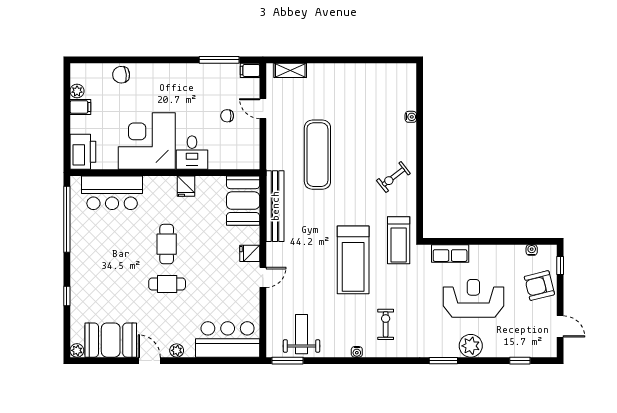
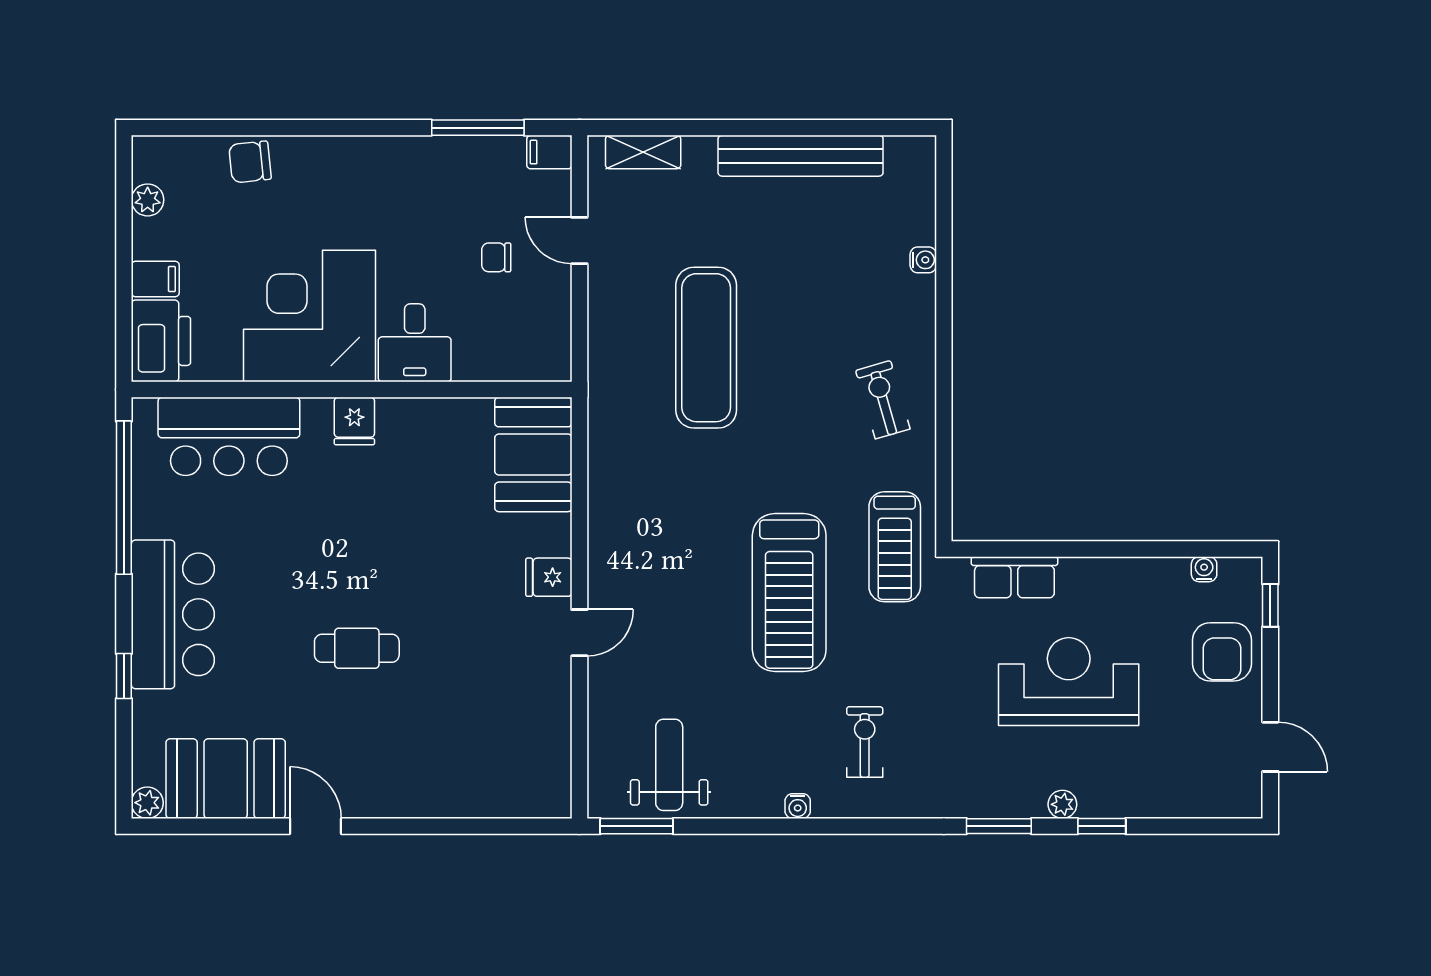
filing cabinet: (80, 107) -> (155, 279), moved
exercise bike: (393, 177) -> (883, 400), turned 112
fridge: (186, 186) -> (354, 421), moved
bench: (275, 206) -> (801, 156), moved, turned 90
cafe table: (167, 244) -> (356, 556), removed
armchair: (539, 286) -> (1222, 652), turned -76
bar counter: (228, 339) -> (173, 614), moved, turned 90
plant: (471, 346) -> (1062, 804), width x0.53, depth x0.53
plant: (177, 350) -> (379, 803), removed
window: (520, 361) -> (1102, 826), moved

